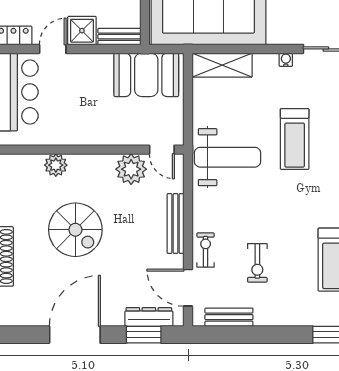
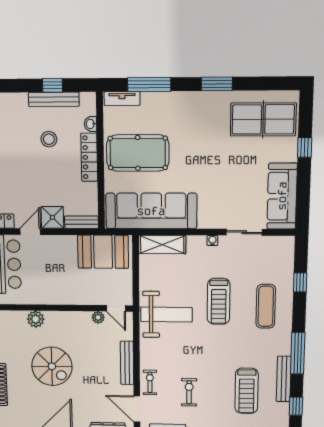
plant: (131, 169) -> (98, 317), width x0.53, depth x0.53
exercise bike: (257, 263) -> (189, 392), turned 180

